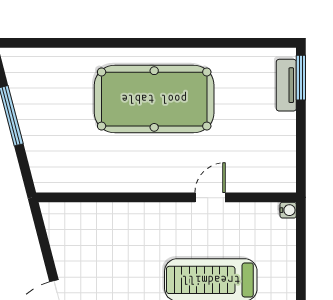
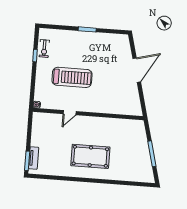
pool table: (154, 99) -> (90, 156), width x0.73, depth x0.76

